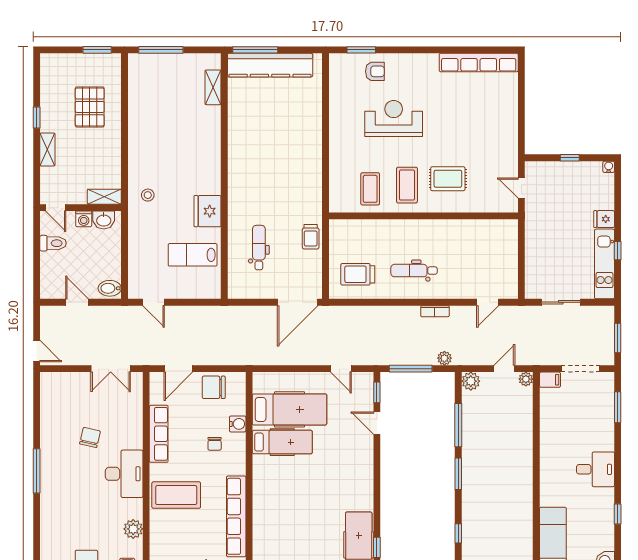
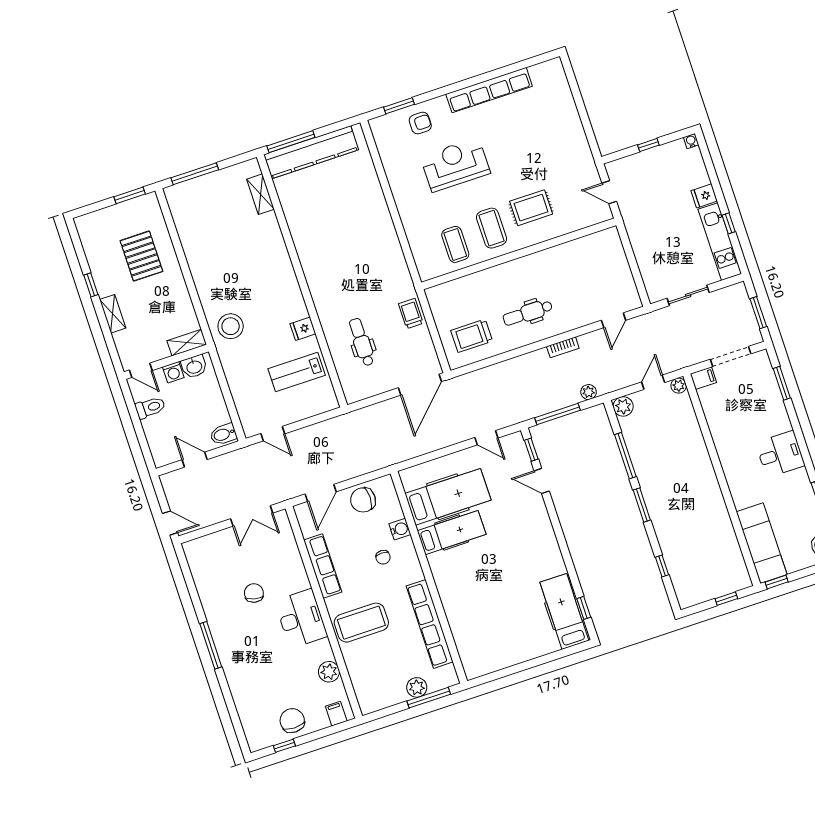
row of seats: (479, 63) -> (489, 90), moved
stool: (148, 195) -> (231, 326), width x1.89, depth x1.89
fridge: (207, 211) -> (303, 329), width x0.53, depth x0.75
trolley: (311, 237) -> (411, 313), turned 180

